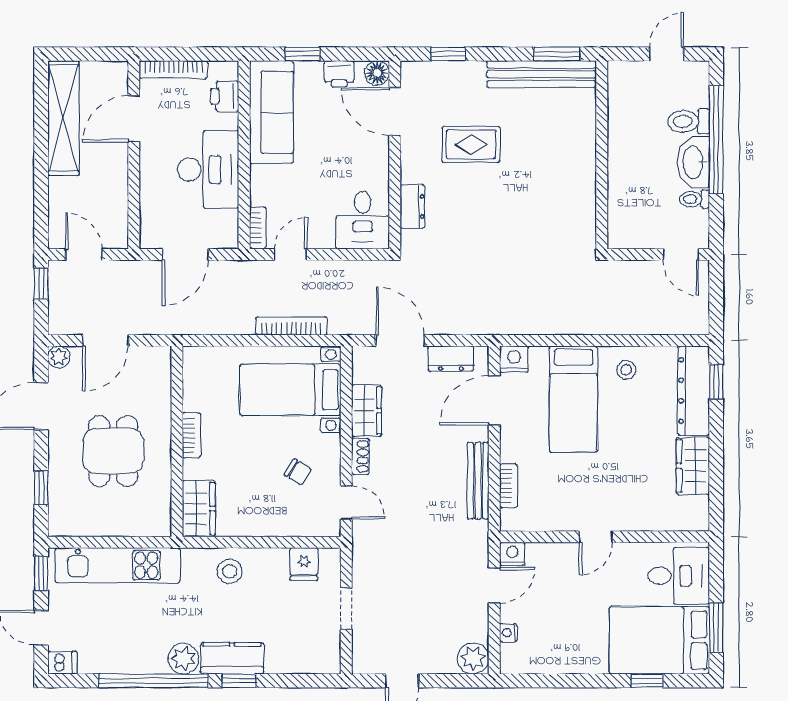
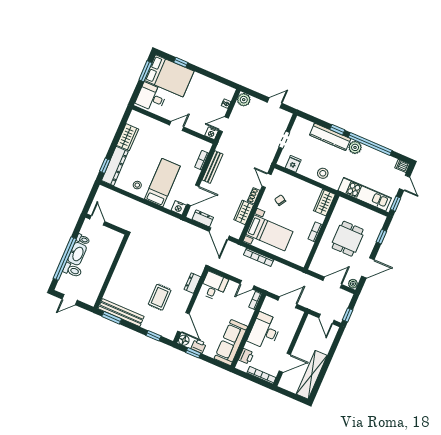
window: (303, 54) -> (193, 353), moved
rug: (471, 144) -> (160, 297), turned 90
kitchen counter: (232, 658) -> (330, 137), width x1.50

